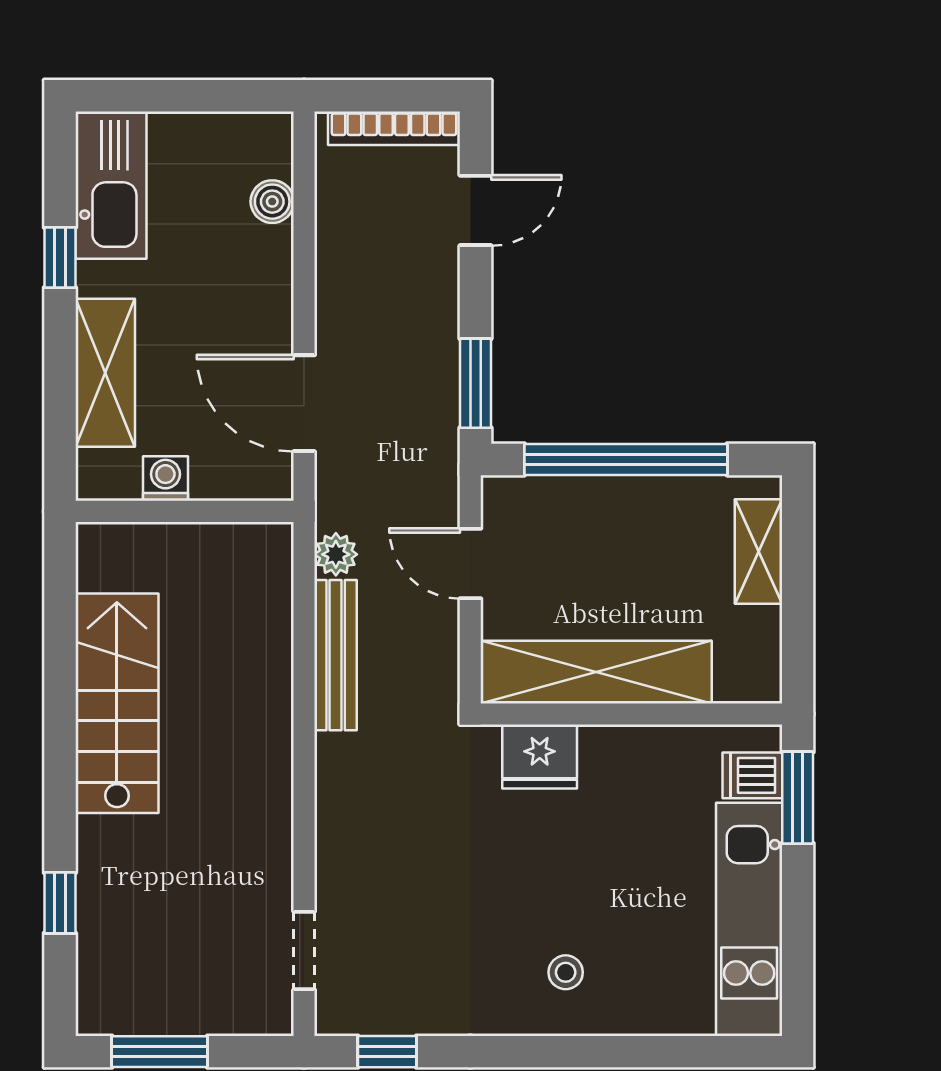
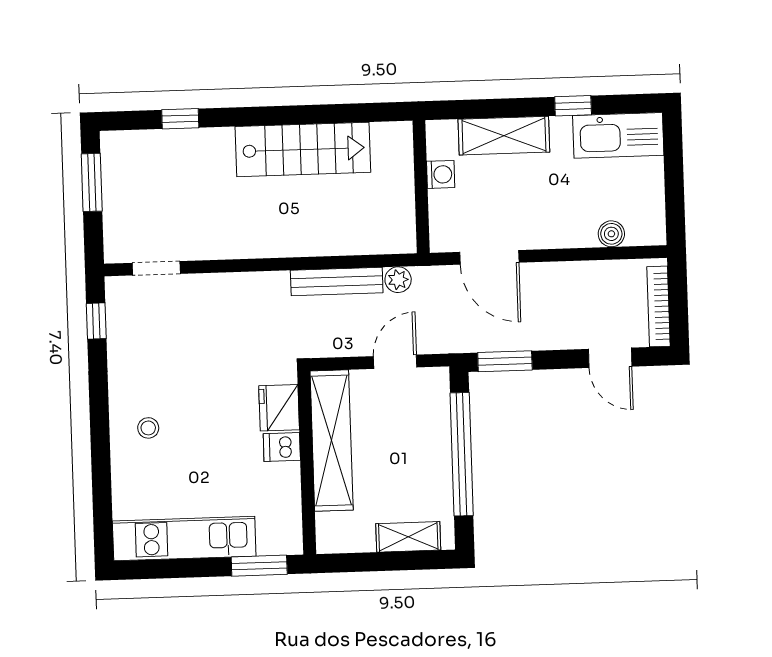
door: (304, 403) -> (489, 257), swing flipped
dishwasher: (752, 775) -> (282, 447), moved, turned -90

